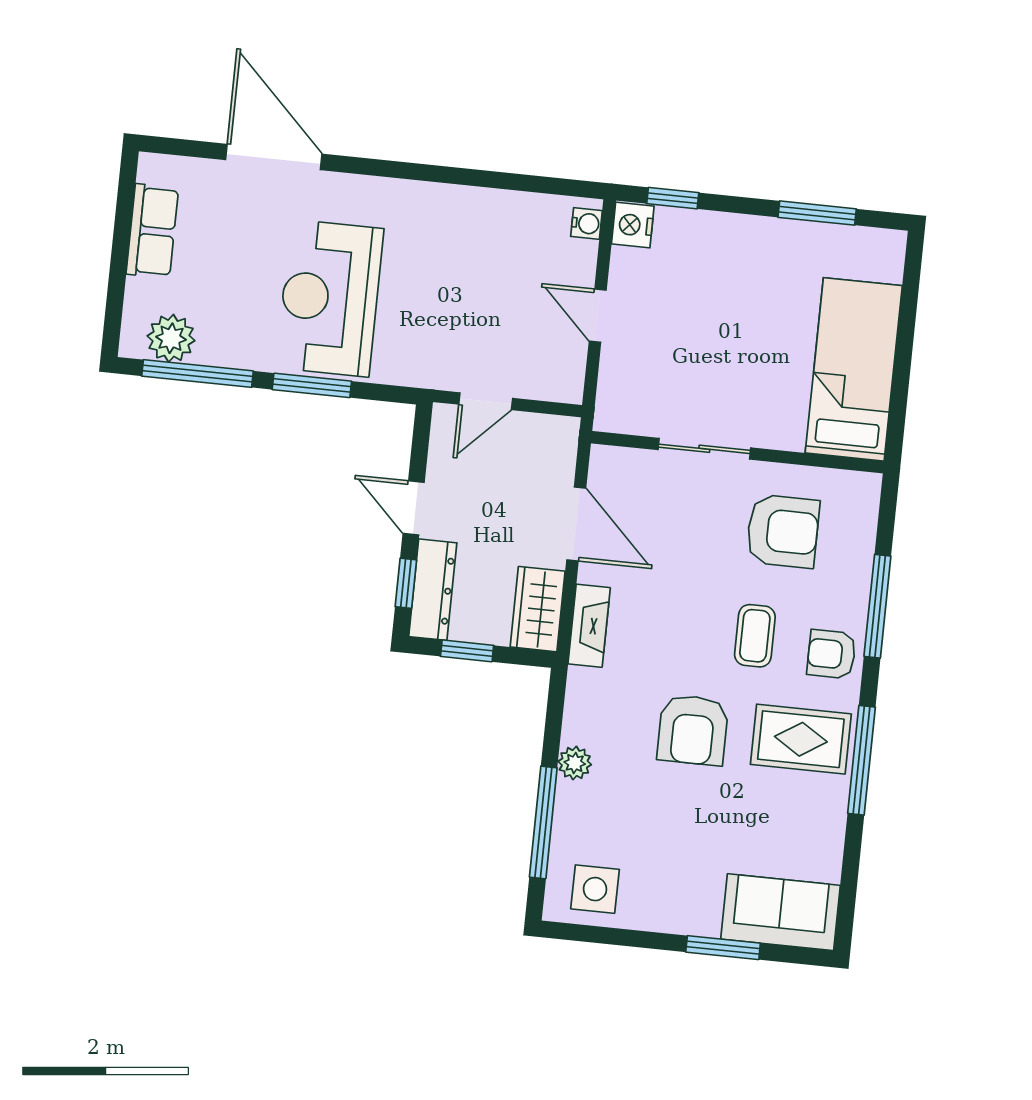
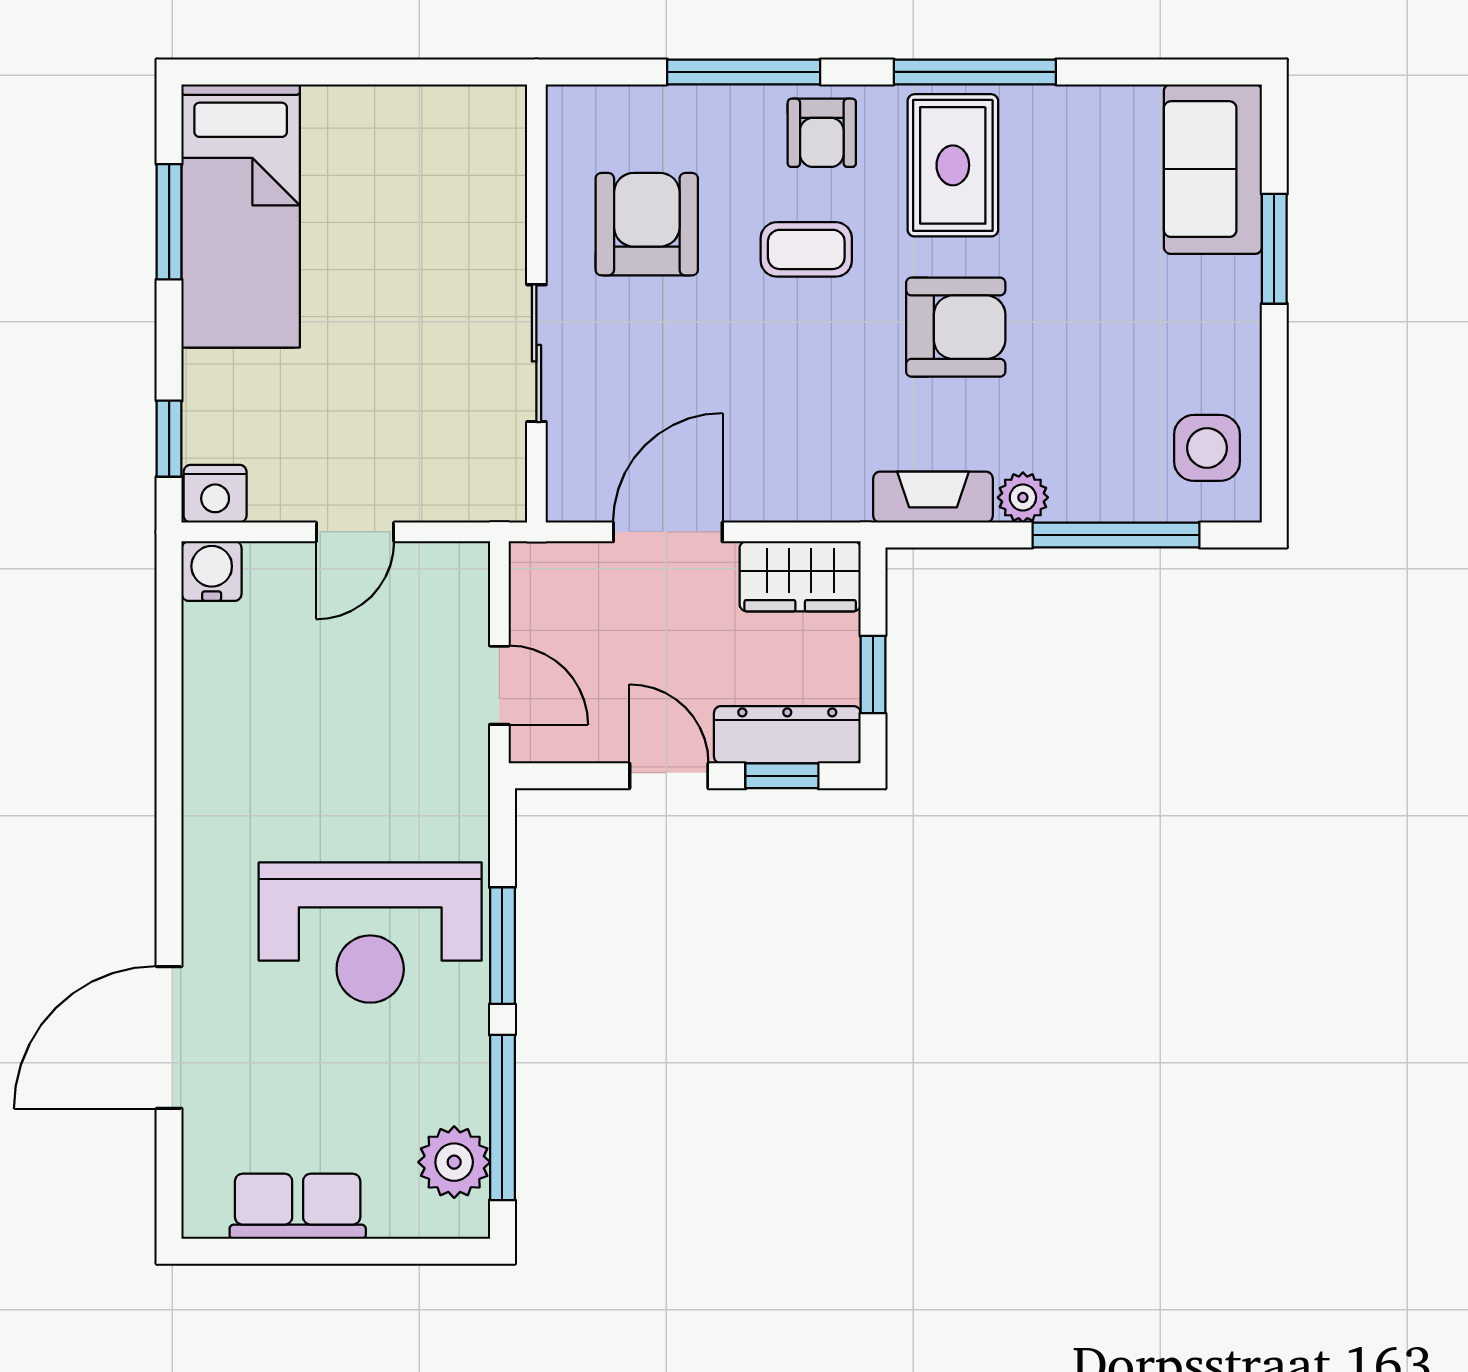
water cooler: (586, 223) -> (212, 571), width x1.38, depth x1.38
bed: (854, 369) -> (241, 216), moved, turned -90
door: (414, 508) -> (669, 776), swing flipped
fireplace: (589, 626) -> (933, 497), moved

